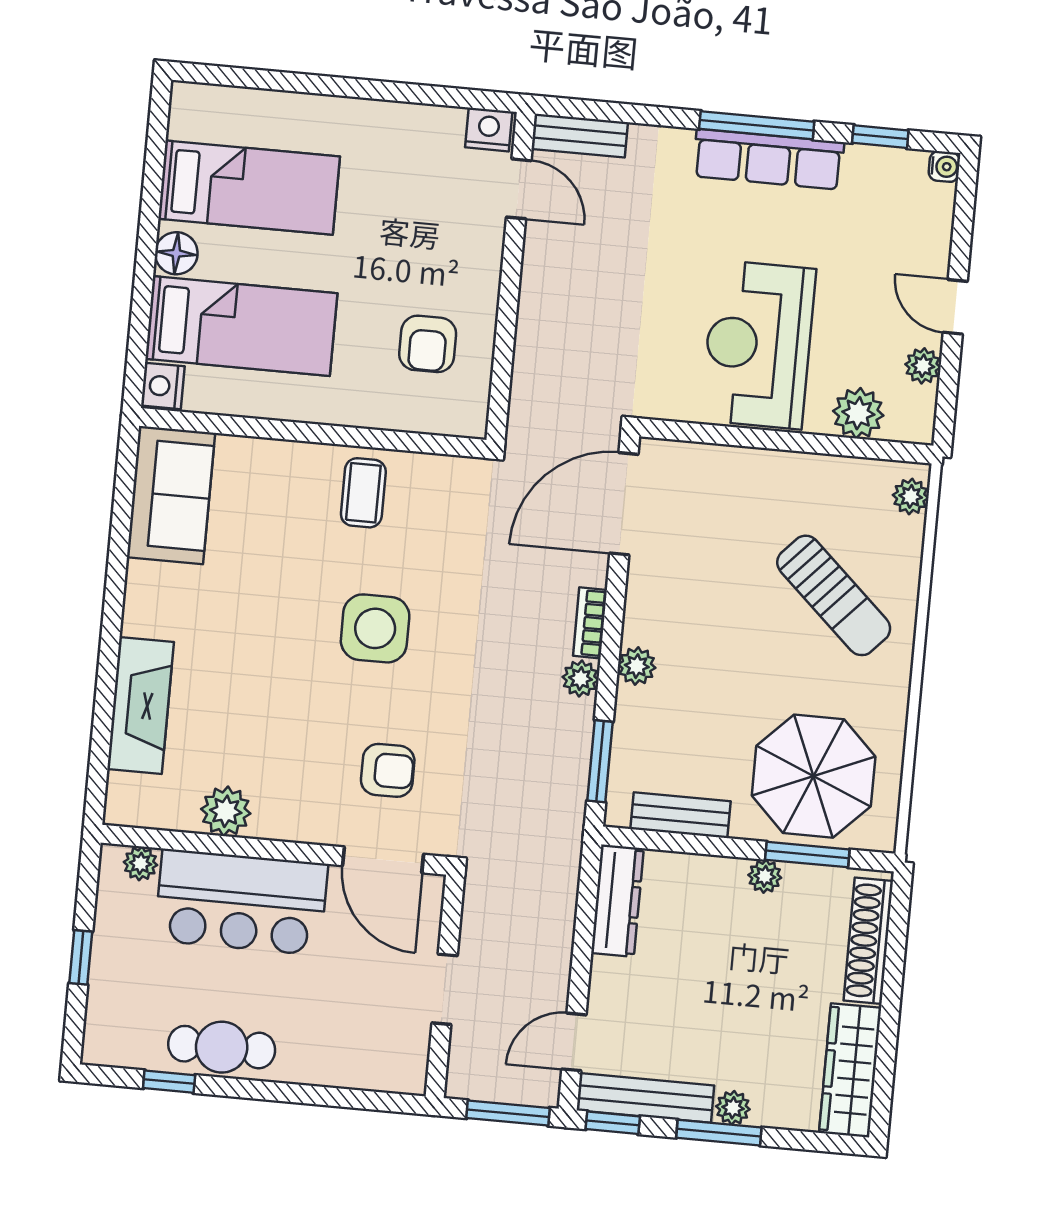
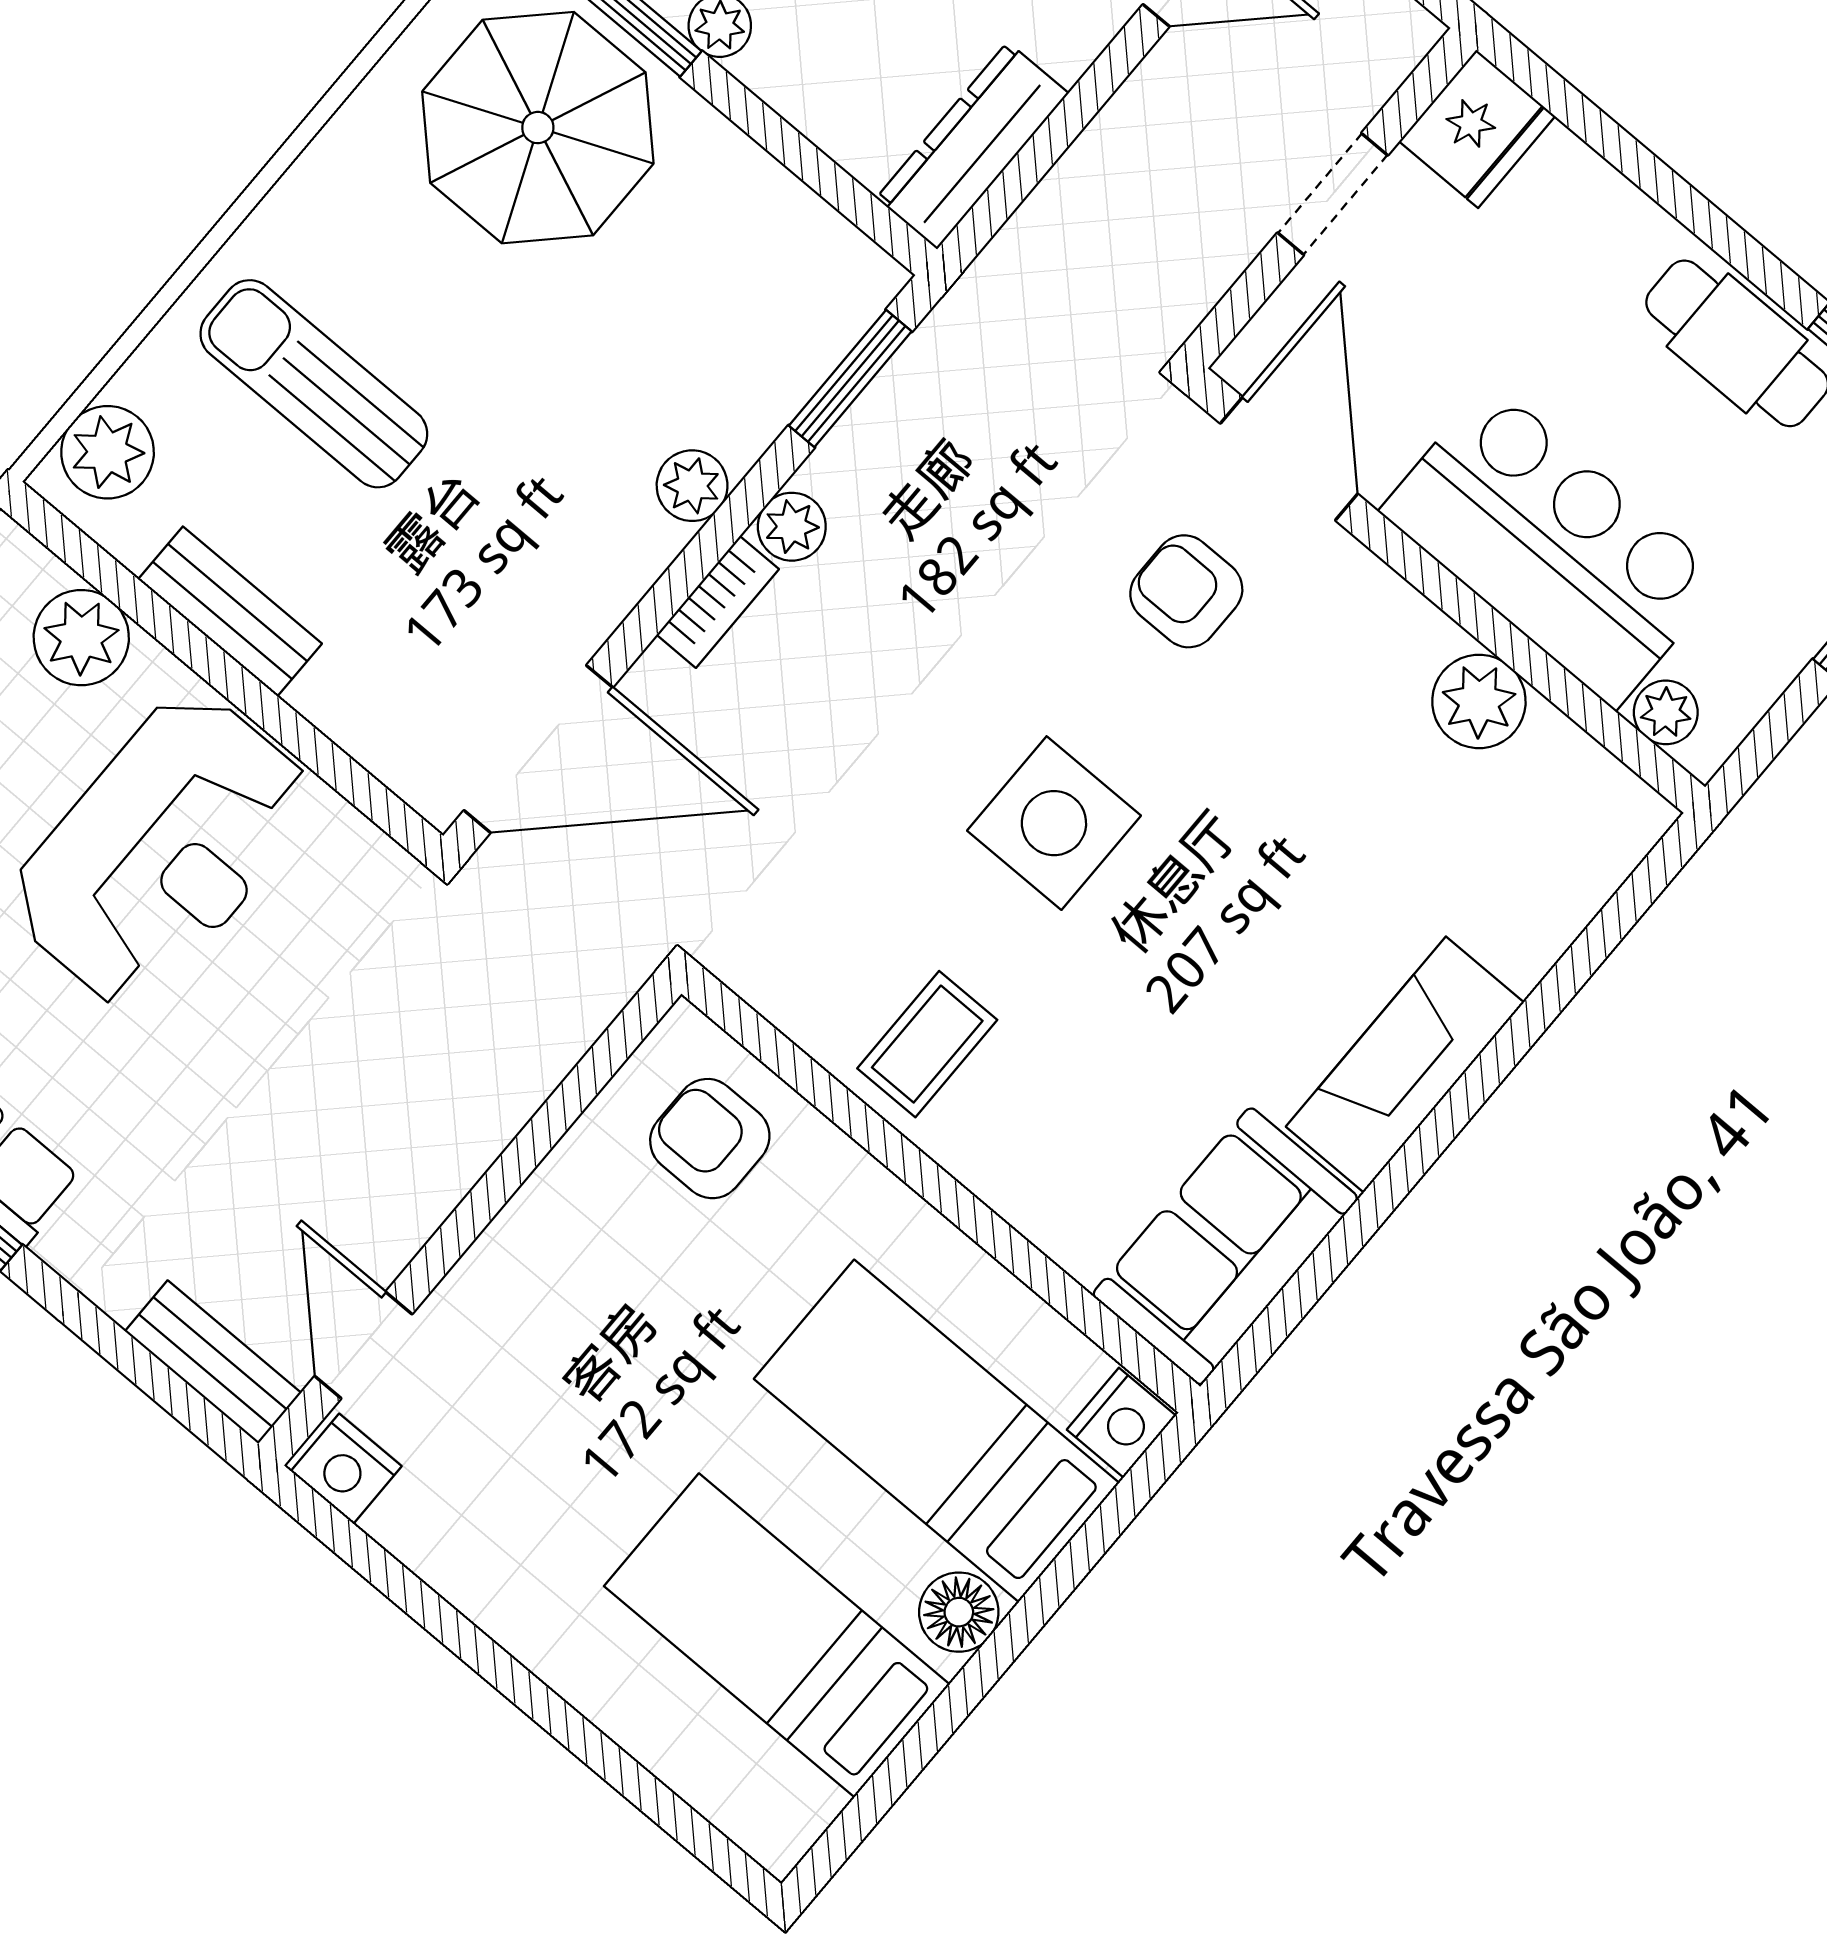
armchair: (428, 344) -> (710, 1139), moved, turned -90
plant: (911, 496) -> (108, 452), width x1.38, depth x1.38
sun lounger: (834, 595) -> (314, 384), turned -43
fireplace: (141, 705) -> (1405, 1064), moved
bench: (680, 815) -> (230, 612), moved
fridge: (401, 1062) -> (1477, 129), added

